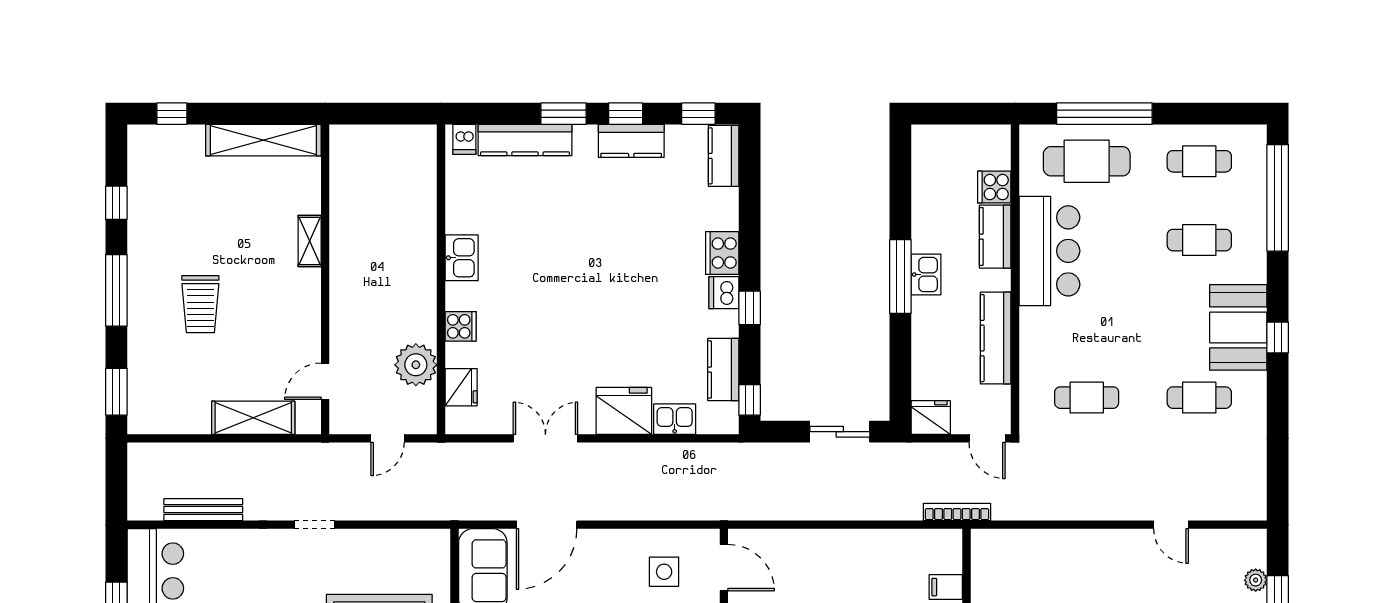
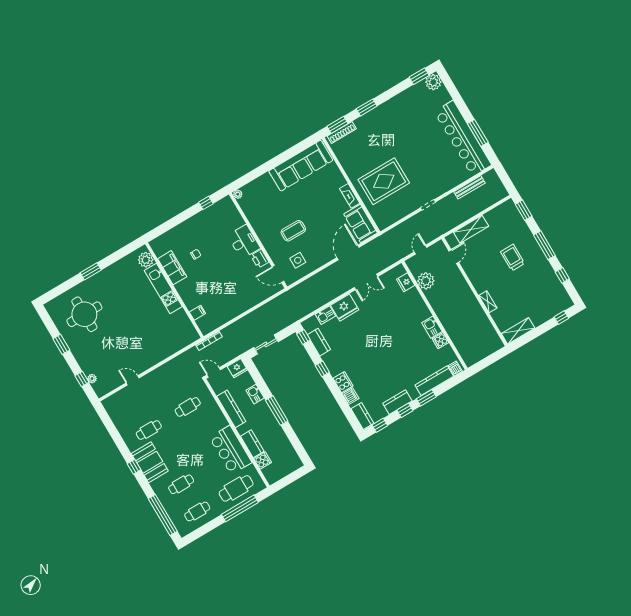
shelving: (263, 140) -> (518, 331), width x0.68
kitchen sink: (926, 275) -> (255, 394), moved
dishwasher: (724, 293) -> (351, 396), moved
cooker: (461, 326) -> (440, 341), moved

